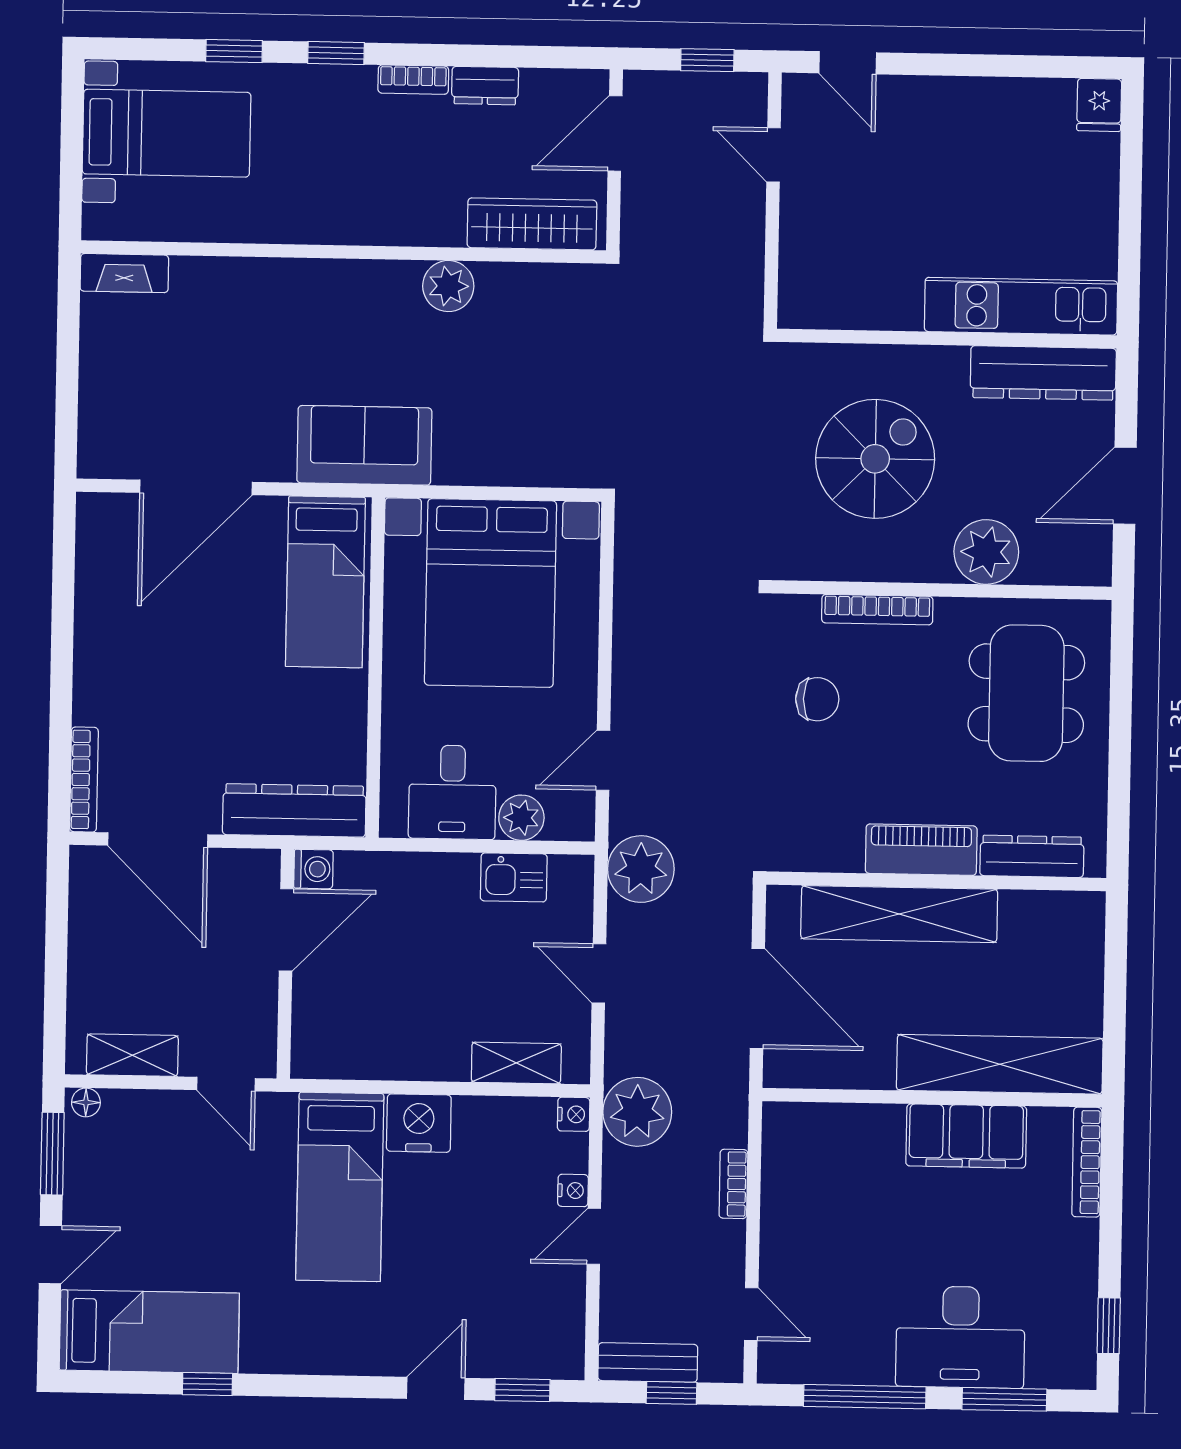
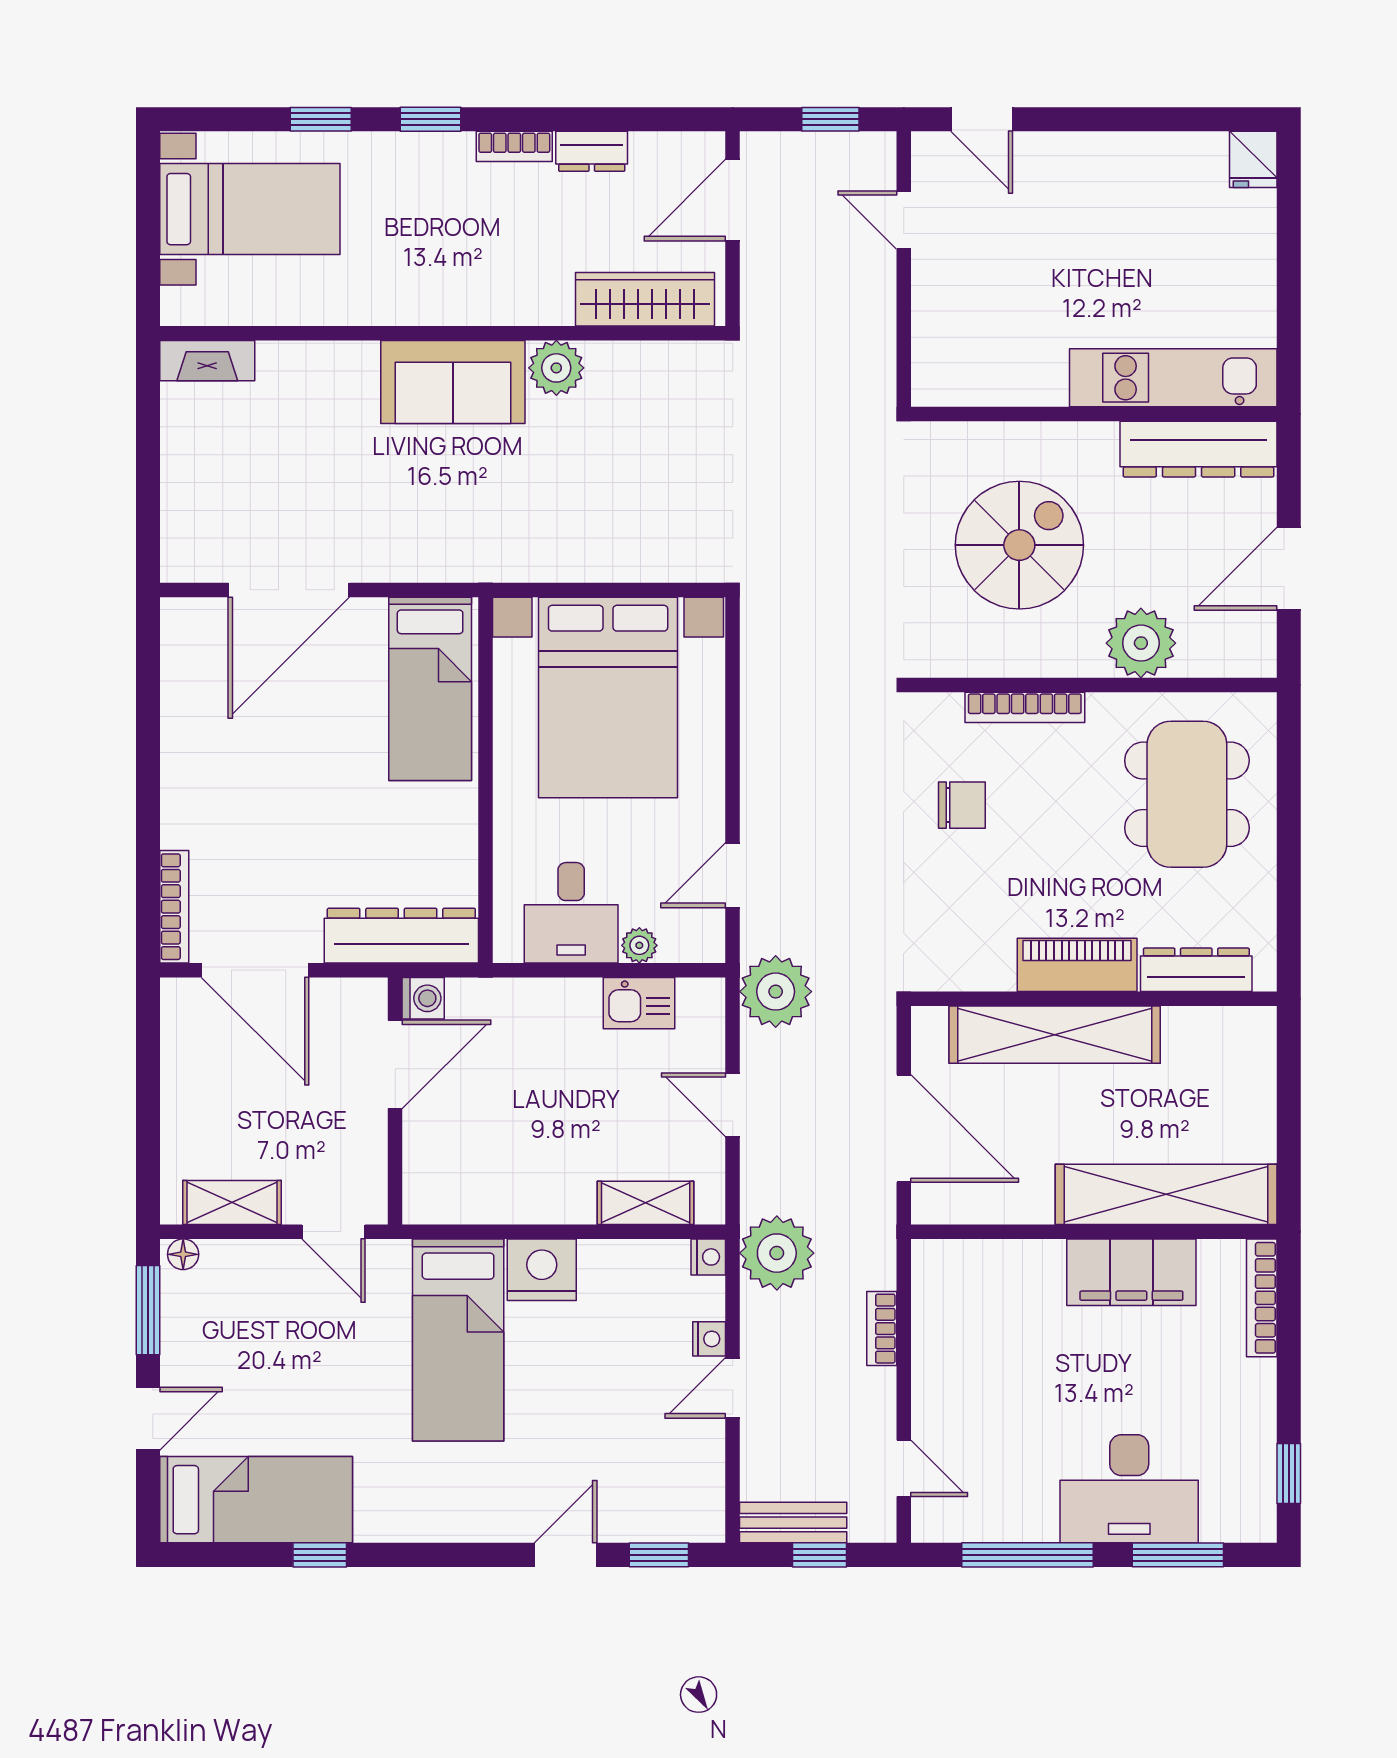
sofa: (364, 445) -> (453, 382), moved, turned 180
plant: (521, 818) -> (639, 945), width x0.73, depth x0.73

